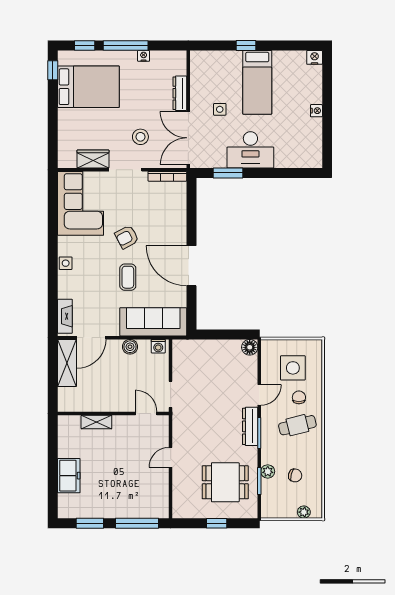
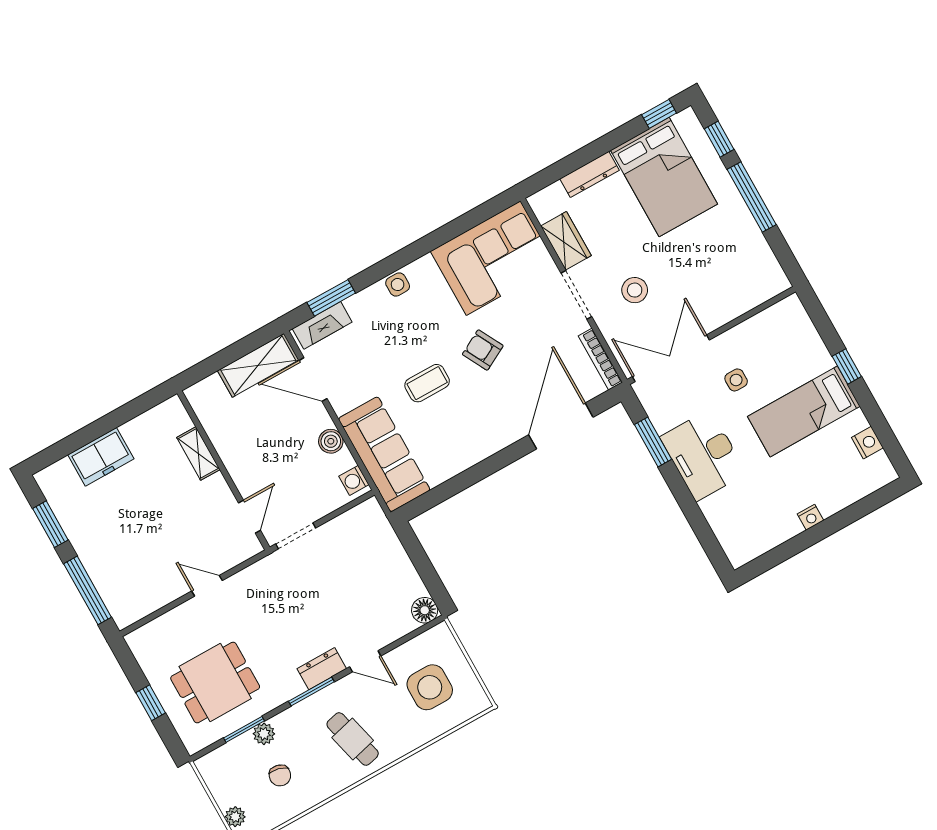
nightstand: (144, 56) -> (751, 230), removed
nightstand: (315, 57) -> (867, 443), moved
dresser: (180, 93) -> (589, 174), moved, turned 180
door: (192, 266) -> (561, 426), moved
window: (53, 303) -> (331, 298), added
chair: (299, 397) -> (393, 719), removed
dresser: (250, 426) -> (322, 669), width x0.70
dining table: (225, 482) -> (215, 683), turned 90

